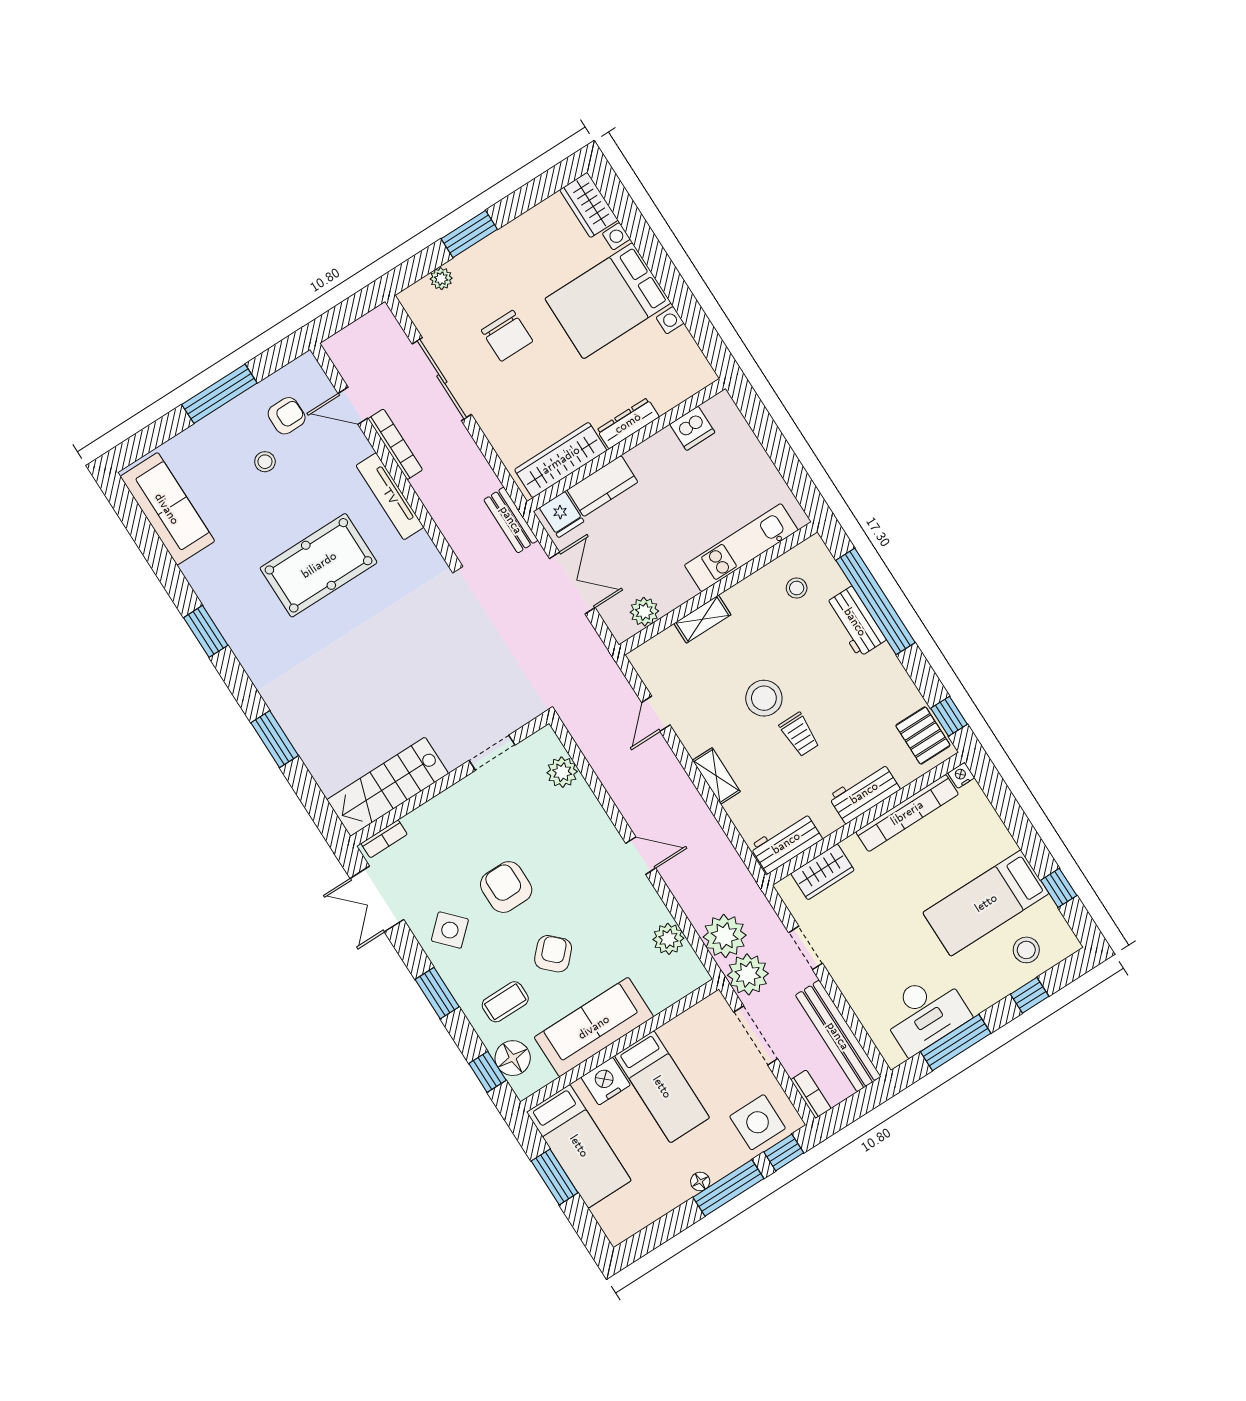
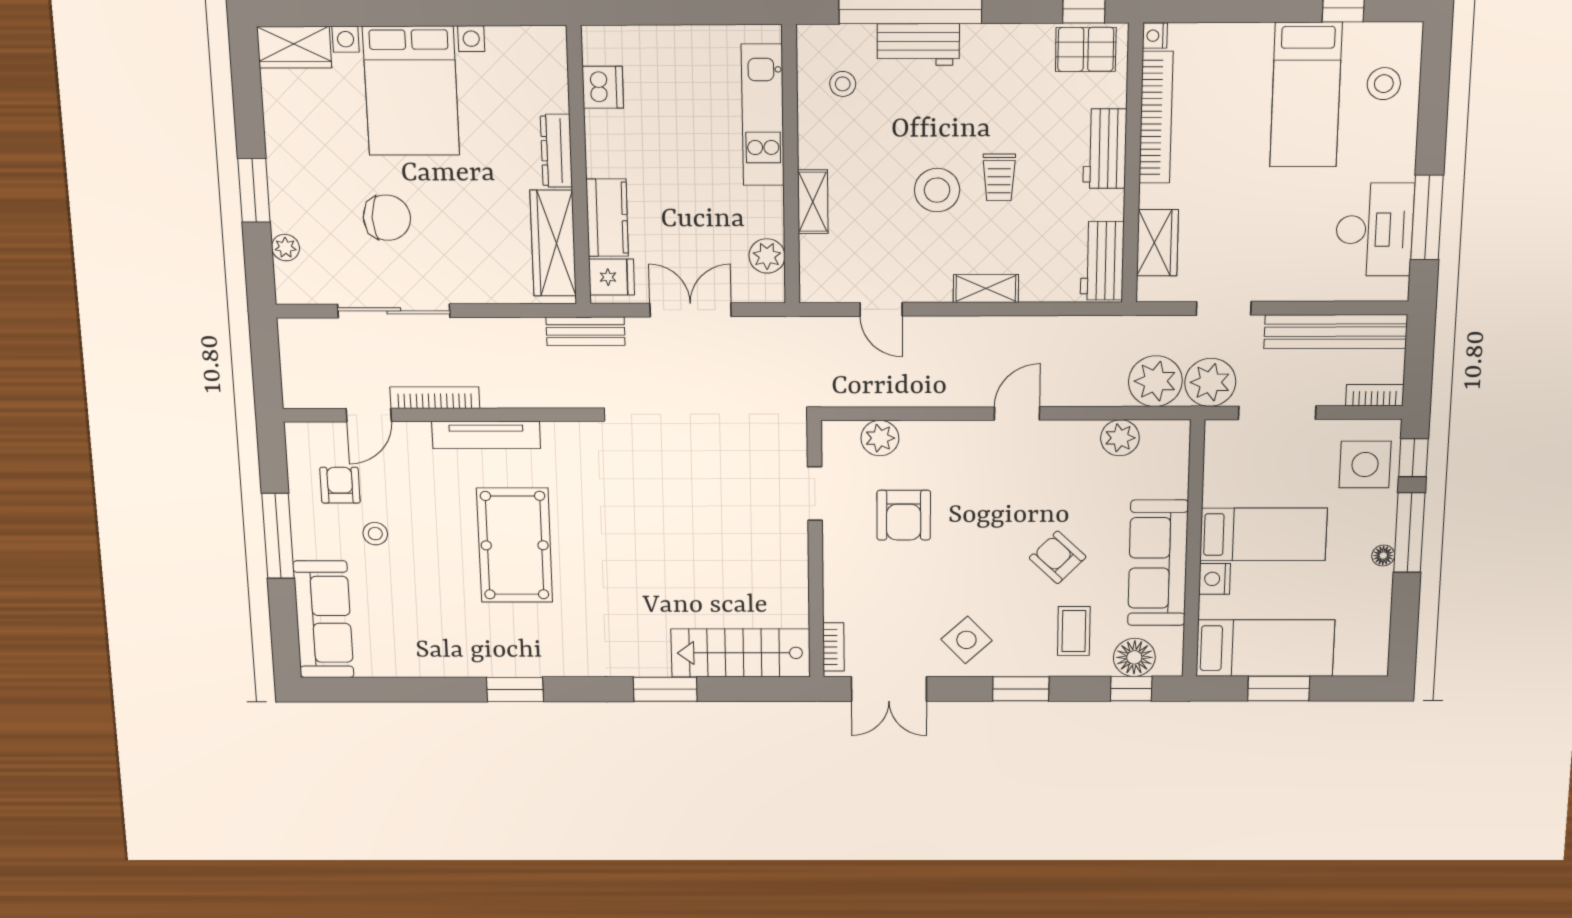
sofa: (167, 509) -> (324, 619), moved, turned 90
trolley: (799, 734) -> (999, 177), turned 90
stairs: (388, 787) -> (741, 653), moved, turned 90
armchair: (506, 887) -> (904, 515), moved, turned -90
window: (1030, 995) -> (1433, 110), removed
nightstand: (606, 1081) -> (1215, 579), width x0.74, depth x0.75

